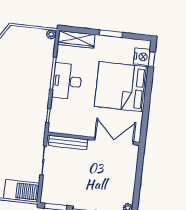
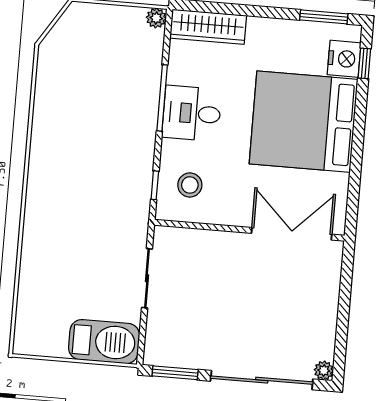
window: (111, 34) -> (324, 17), moved
desk: (67, 81) -> (192, 113), width x0.73
stool: (65, 116) -> (190, 185), added
bench: (68, 142) -> (197, 239), removed

